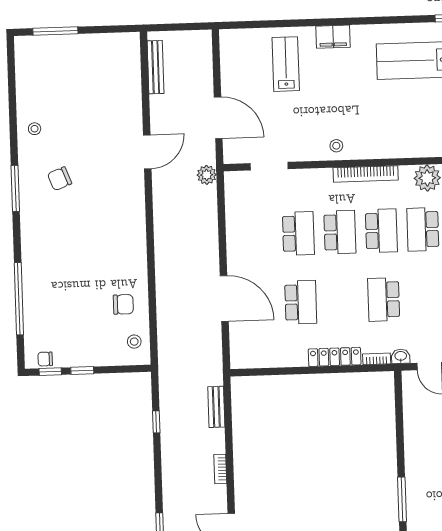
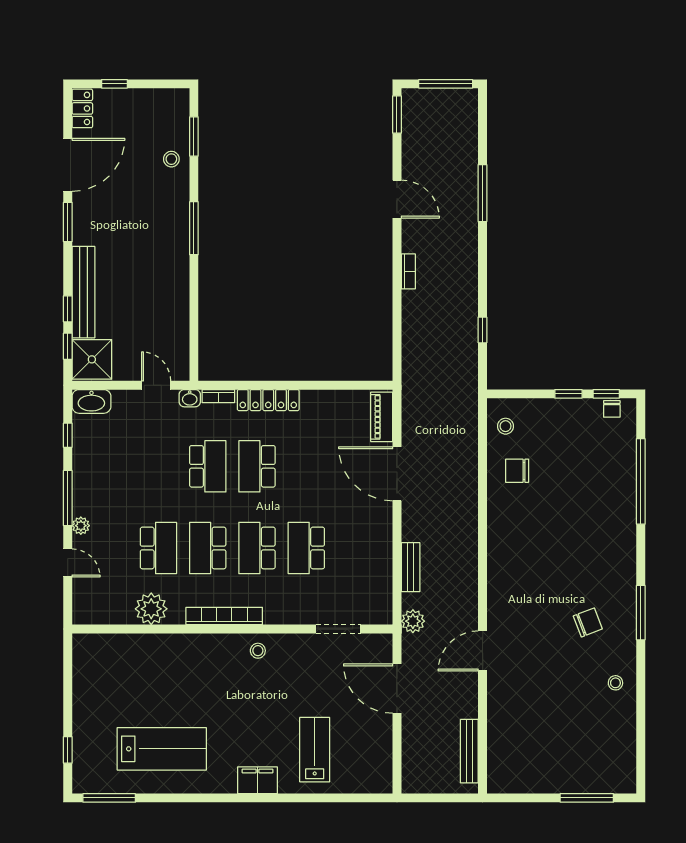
lab bench: (286, 64) -> (315, 750), turned 180
school desk: (301, 302) -> (257, 466), moved
piano: (239, 346) -> (382, 417), added
chair: (45, 359) -> (612, 409), turned 90
bench: (216, 407) -> (411, 567), moved

